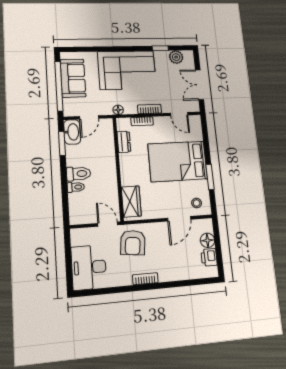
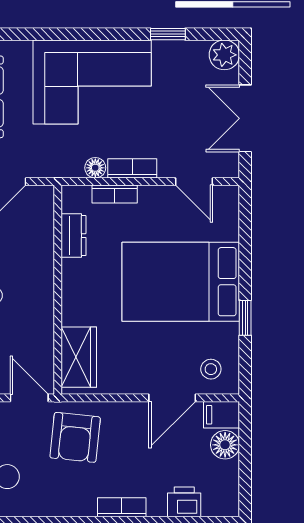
plant: (176, 57) -> (224, 55), moved
floor lamp: (118, 110) -> (95, 168), moved
window: (210, 177) -> (245, 318), width x0.67
filing cabinet: (204, 225) -> (222, 415), added
printer: (209, 257) -> (184, 502), moved, turned 90
bookcase: (145, 279) -> (122, 507), moved

